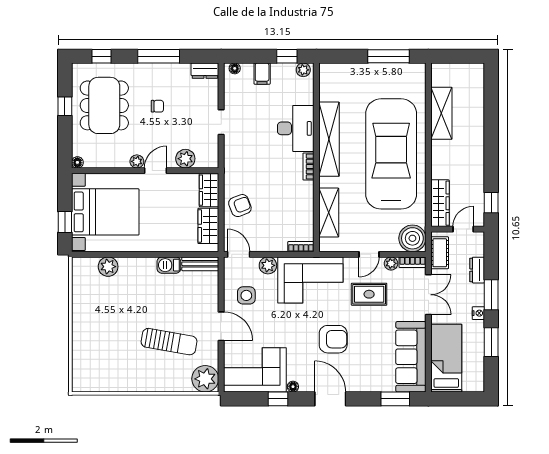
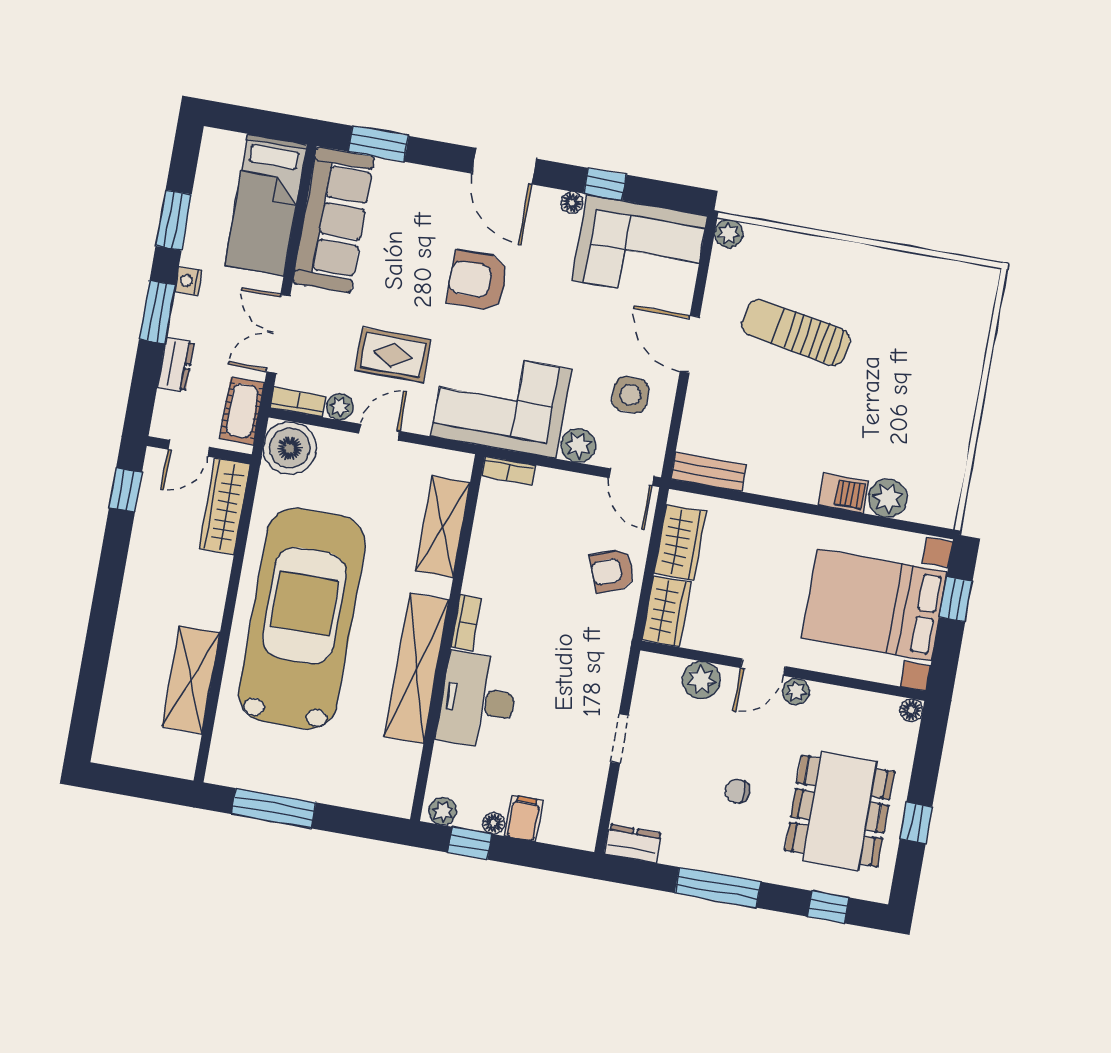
floor lamp: (235, 68) -> (493, 823), moved
car: (391, 154) -> (302, 619), turned 180
barbecue: (169, 265) -> (843, 493), moved
plant: (205, 379) -> (729, 234), width x0.53, depth x0.53

